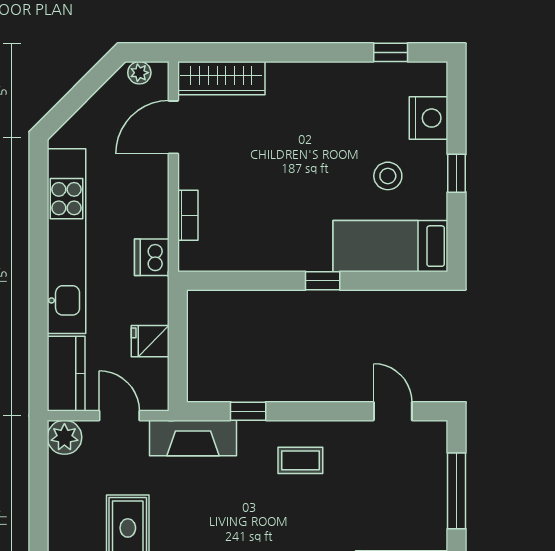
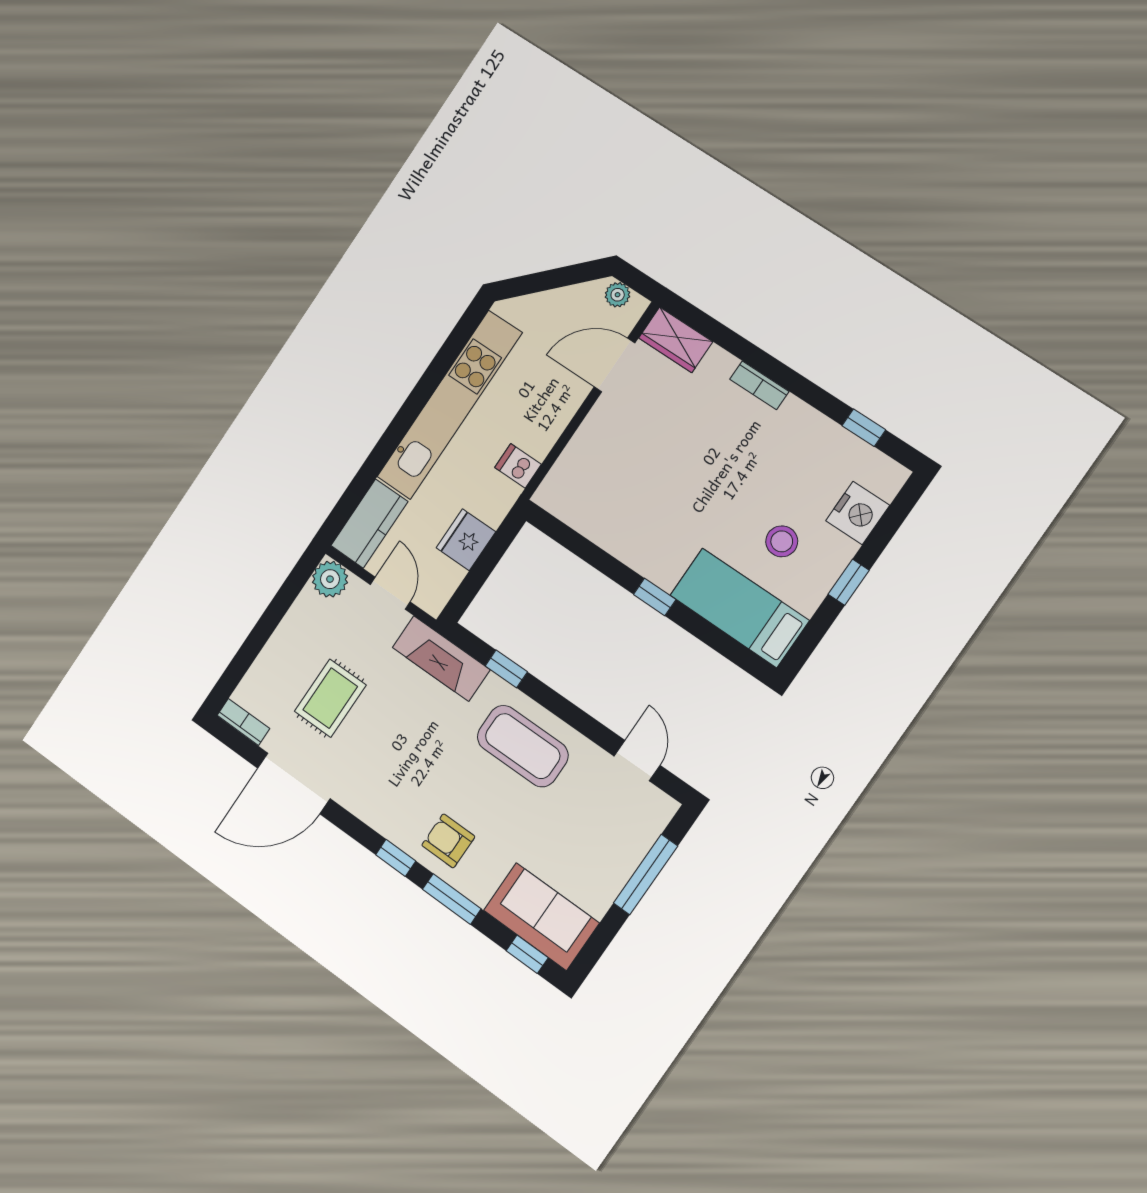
wardrobe: (221, 78) -> (676, 340), width x0.67
bookcase: (188, 215) -> (759, 385), moved, turned 90
dishwasher: (152, 257) -> (518, 466), width x0.73
fridge: (150, 341) -> (466, 540), width x1.38
coffee table: (300, 460) -> (523, 746), width x1.86, depth x1.72

